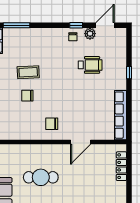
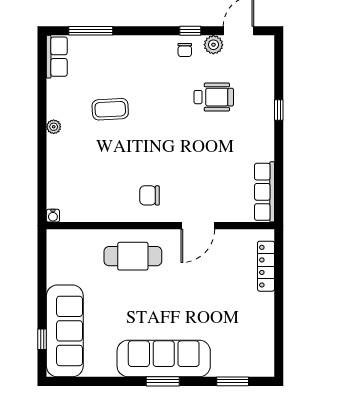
chair: (27, 96) -> (109, 148), removed
row of seats: (121, 115) -> (264, 192), width x0.73
cafe table: (41, 177) -> (133, 256), moved

